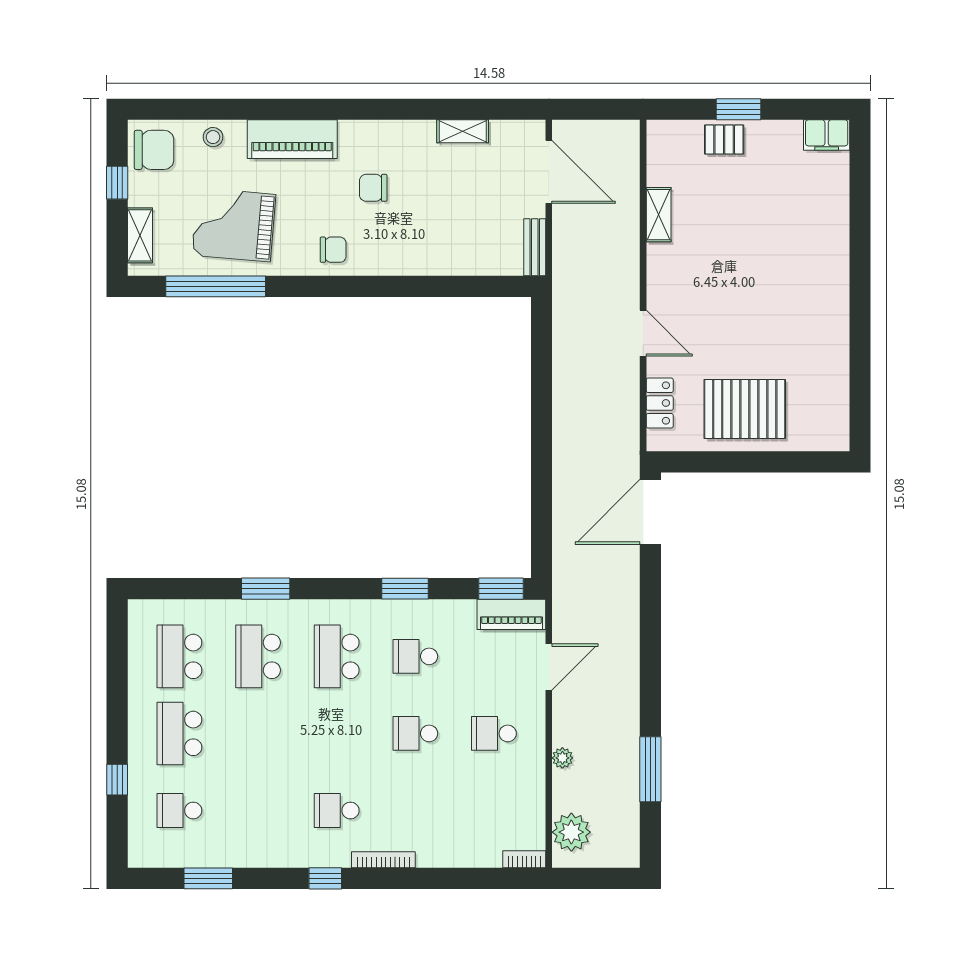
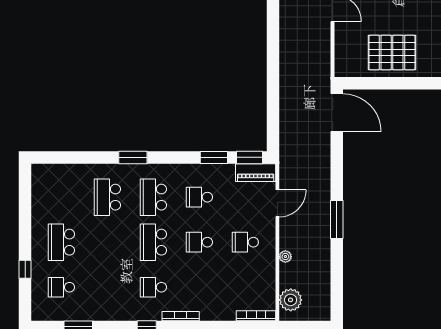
locker: (660, 403) -> (342, 49), removed
door: (650, 512) -> (337, 113), swing flipped
window: (266, 589) -> (133, 157), moved
window: (405, 589) -> (214, 157), moved
school desk: (179, 656) -> (153, 242), moved
window: (650, 769) -> (337, 219), moved
bookcase: (524, 859) -> (256, 316), width x1.56

